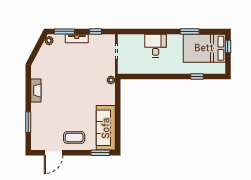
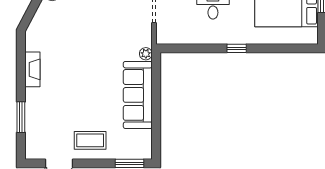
window: (197, 77) -> (237, 48), moved
sofa: (106, 128) -> (138, 95), moved

